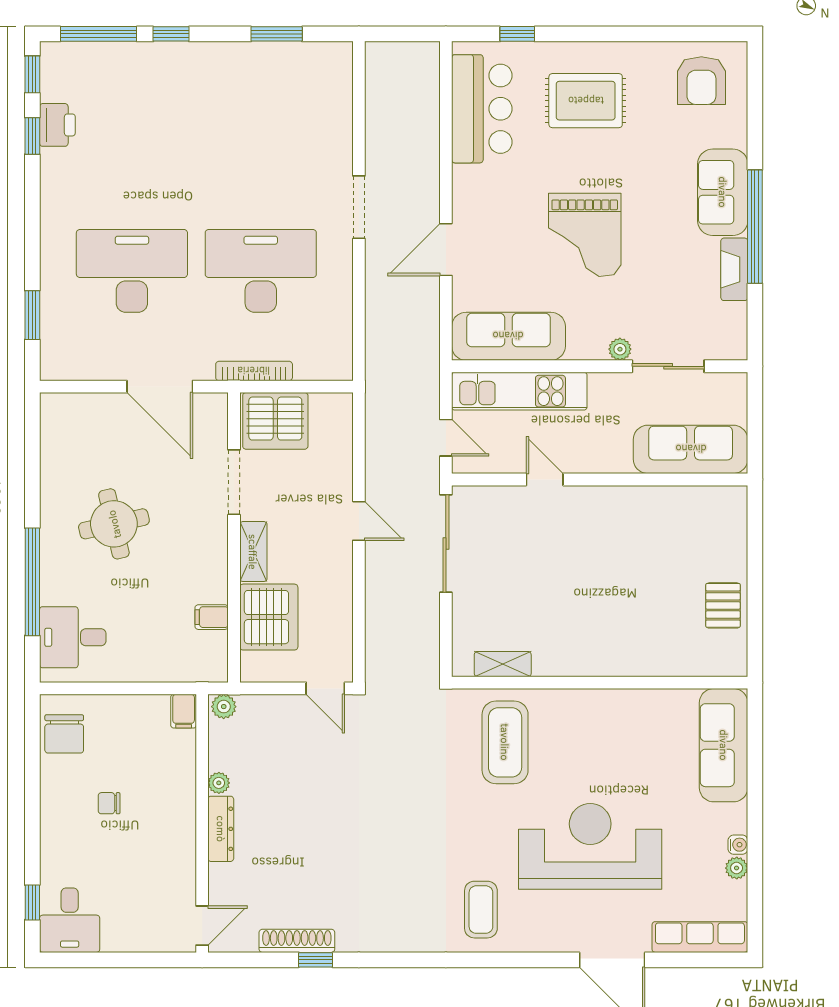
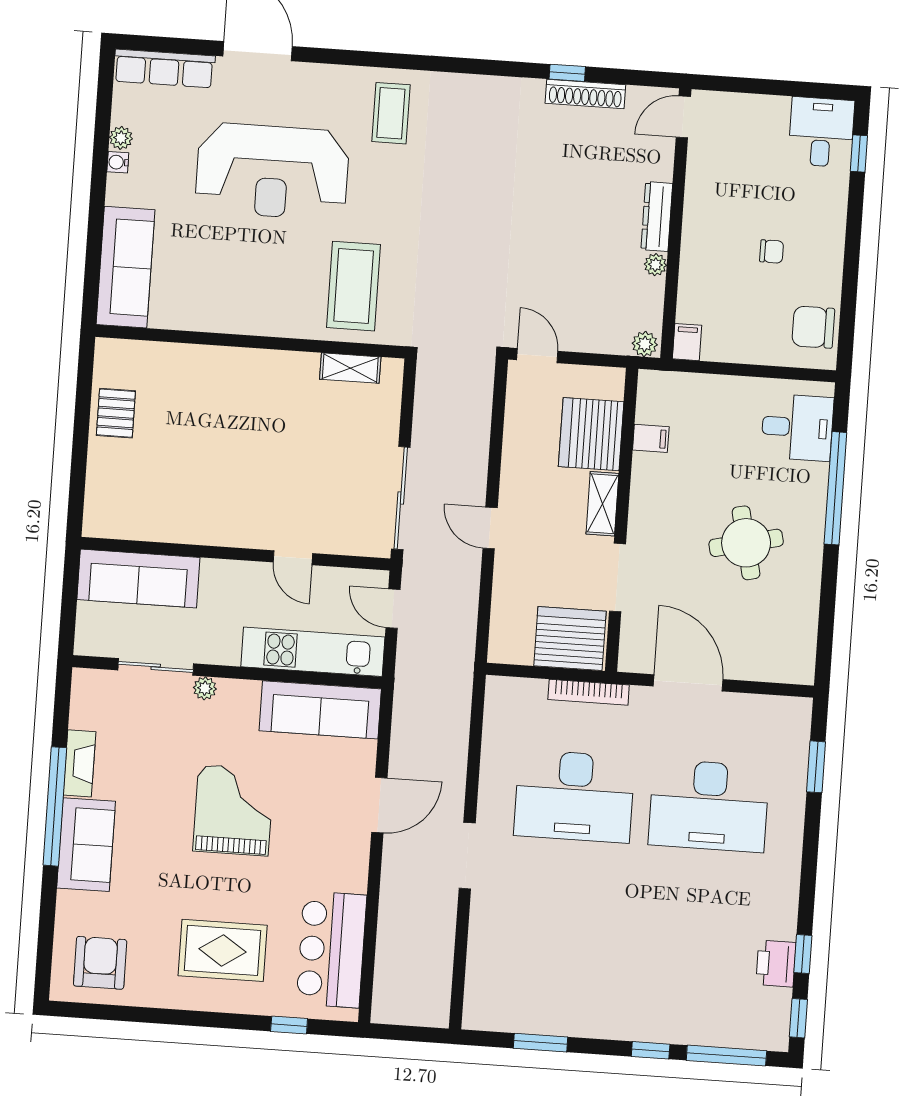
chair: (64, 734) -> (813, 327), turned -90

